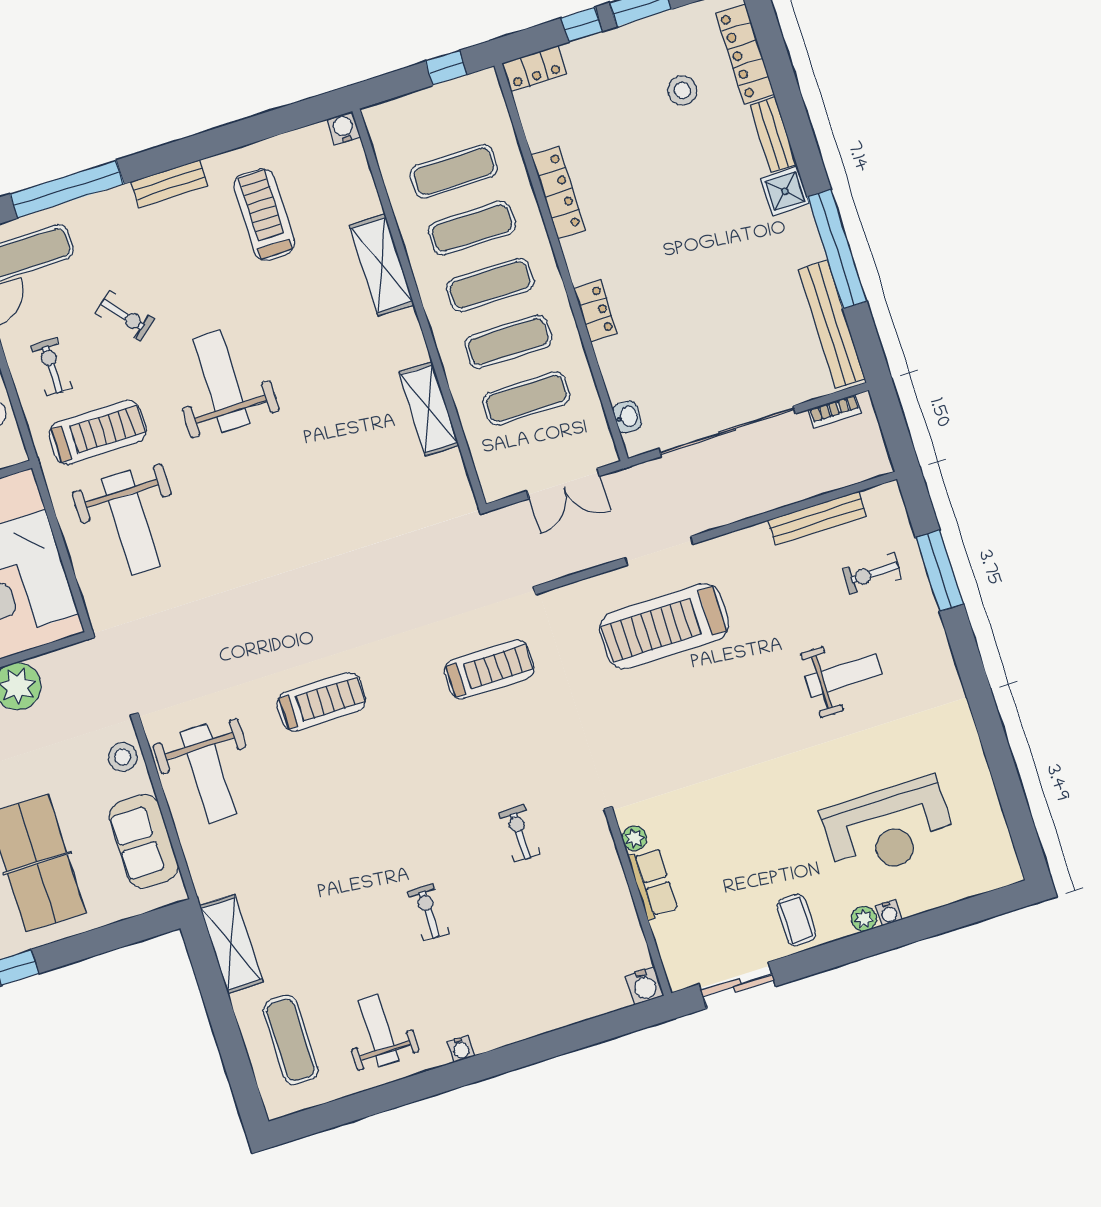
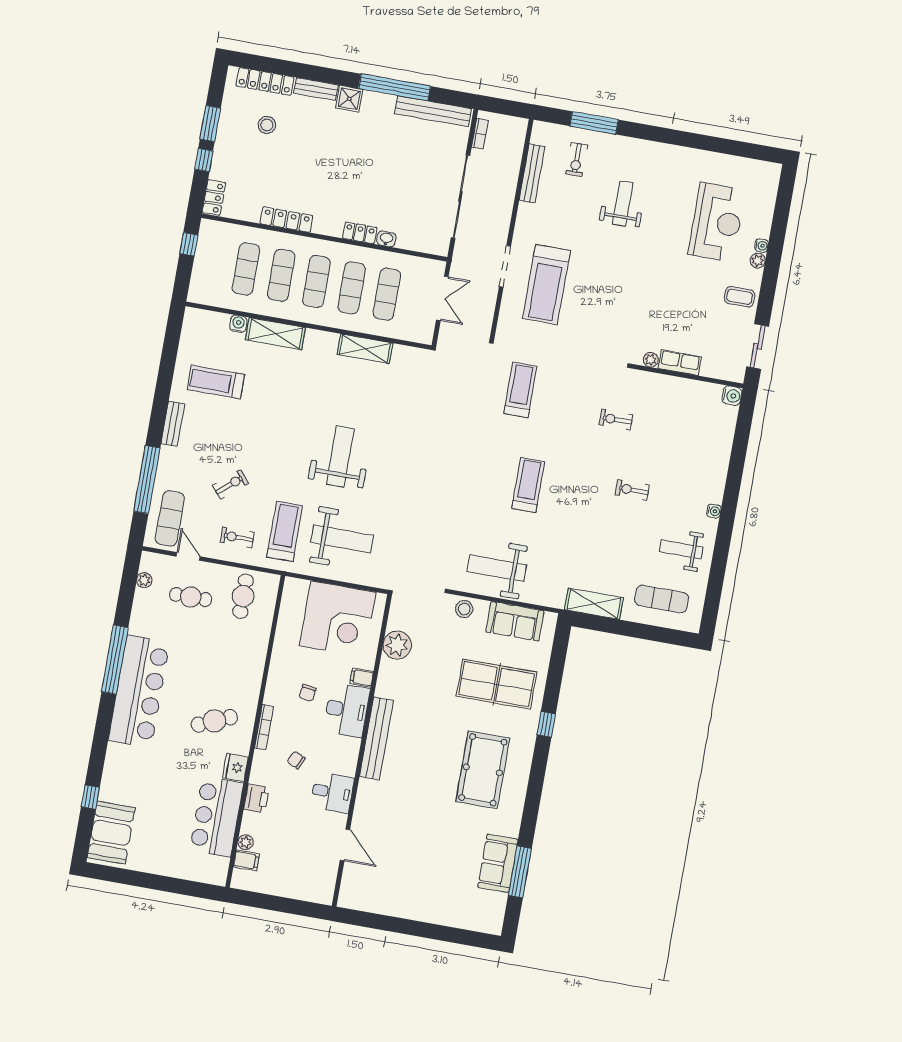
water cooler: (344, 128) -> (238, 324), moved, turned 90
weight bench: (222, 381) -> (340, 456), moved, turned 90
washbasin: (627, 417) -> (386, 239), moved
treadmill: (321, 702) -> (528, 485), moved
weight bench: (208, 773) -> (497, 568), turned 180

